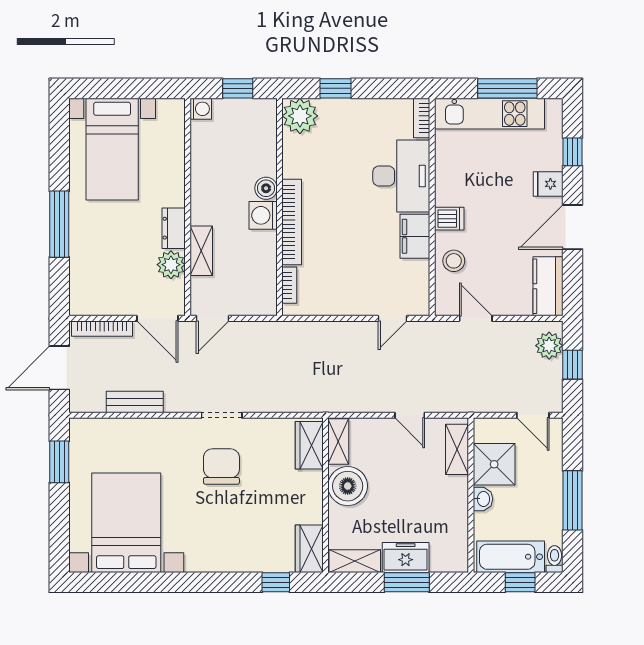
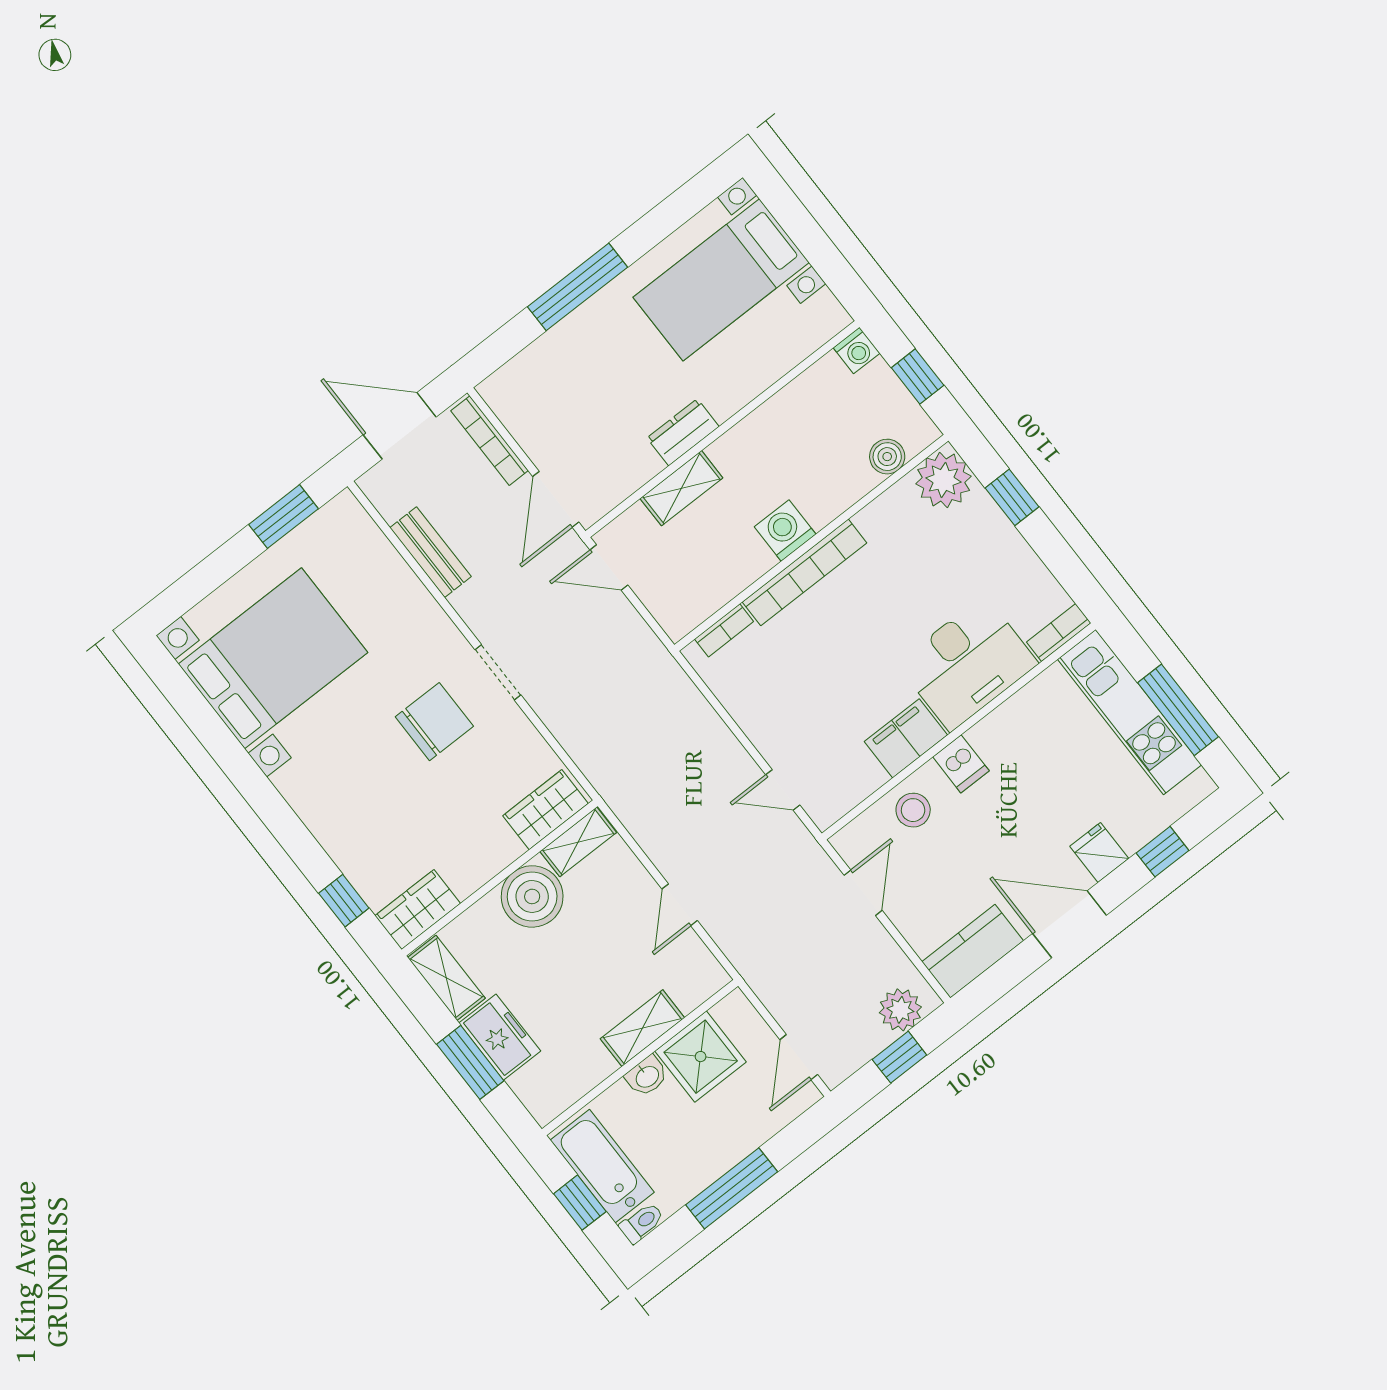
boiler: (266, 188) -> (887, 457), moved
plant: (171, 265) -> (635, 464), removed
shelving: (457, 449) -> (642, 1028), moved

